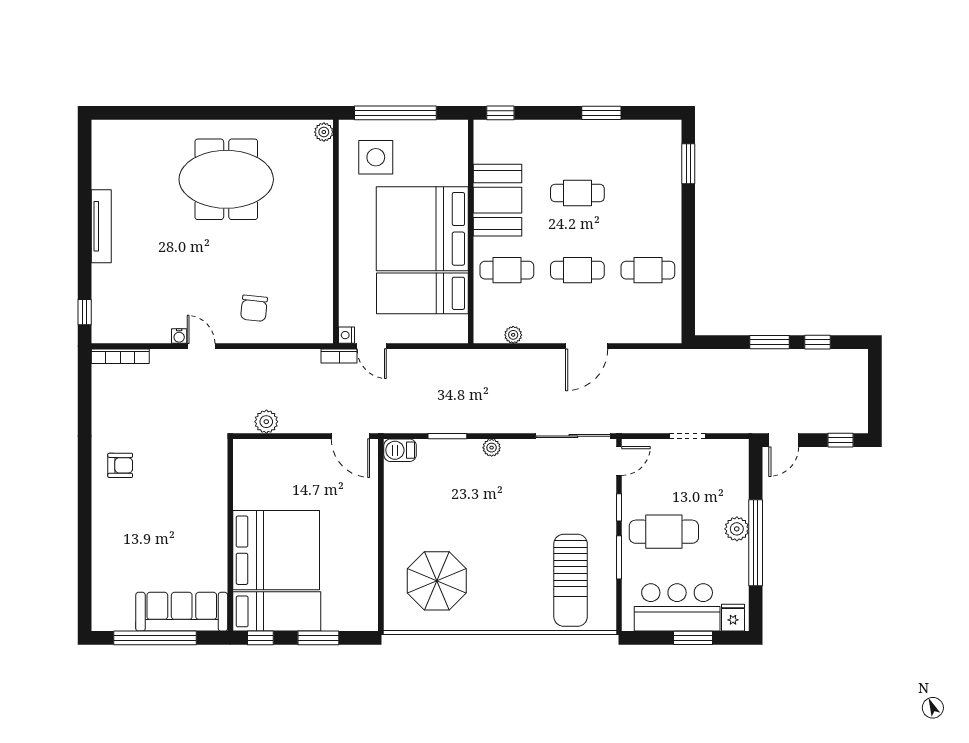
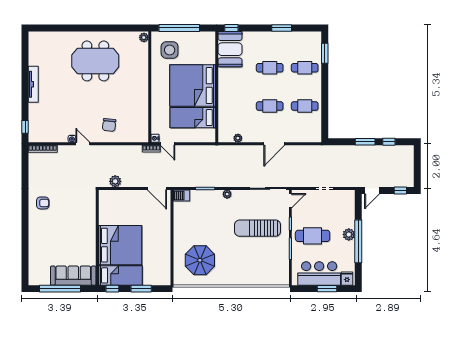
booth: (498, 200) -> (230, 49), moved
cafe table: (507, 270) -> (305, 68), moved
sun lounger: (571, 580) -> (258, 228), moved, turned 90

